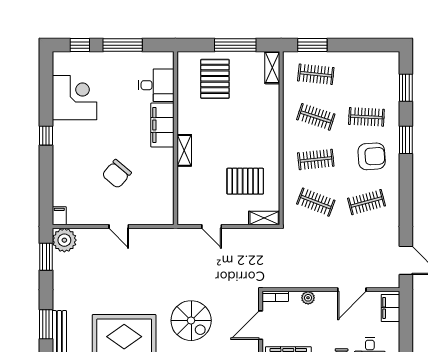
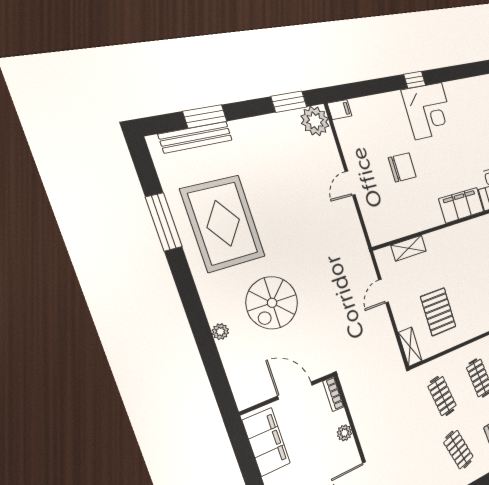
corner desk: (75, 98) -> (429, 111), moved
shelving: (184, 150) -> (409, 248), moved
chair: (117, 174) -> (402, 167), turned 140
clothes rail: (316, 202) -> (442, 396), turned -30

